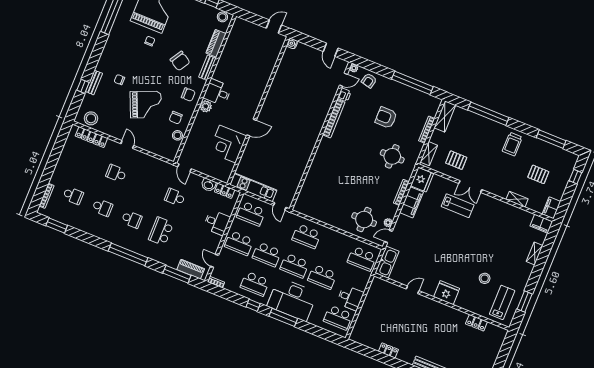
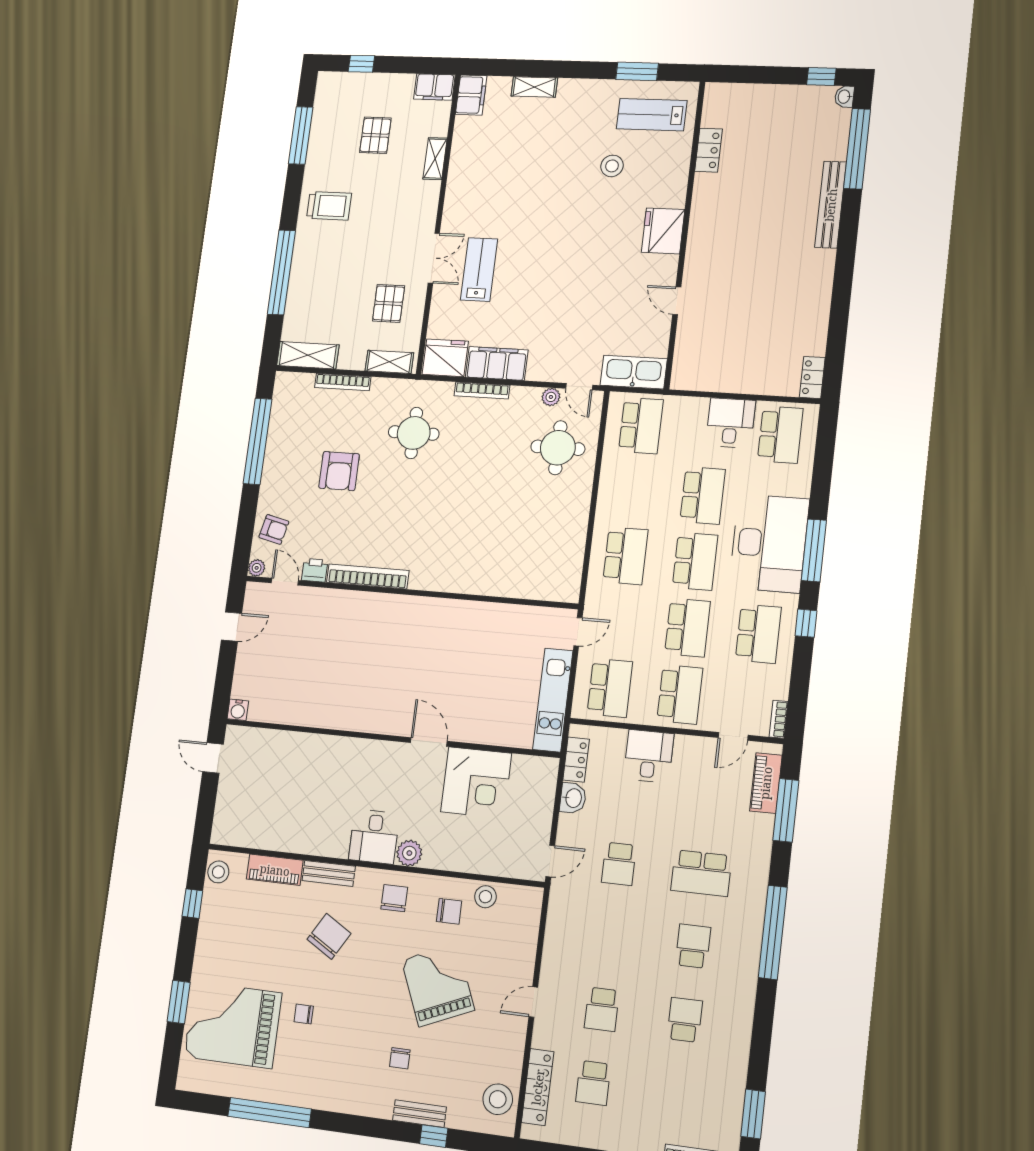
school desk: (73, 196) -> (593, 1083), moved, turned 180
locker: (388, 350) -> (812, 377), moved

